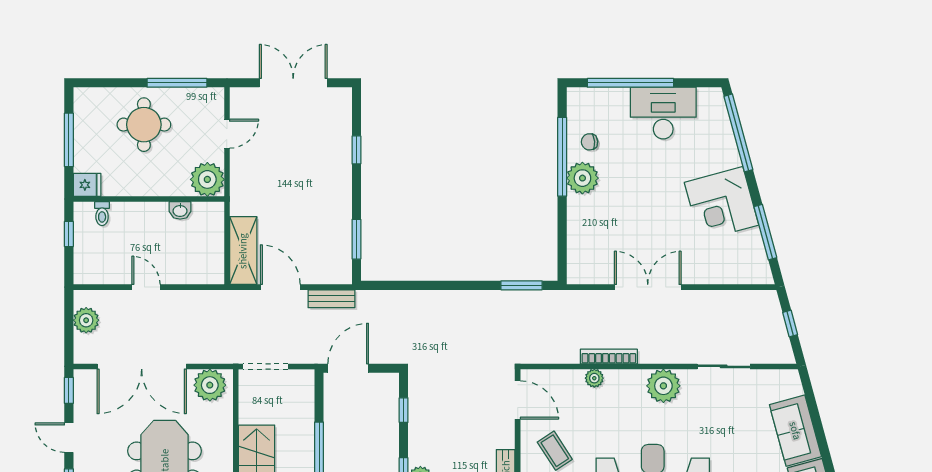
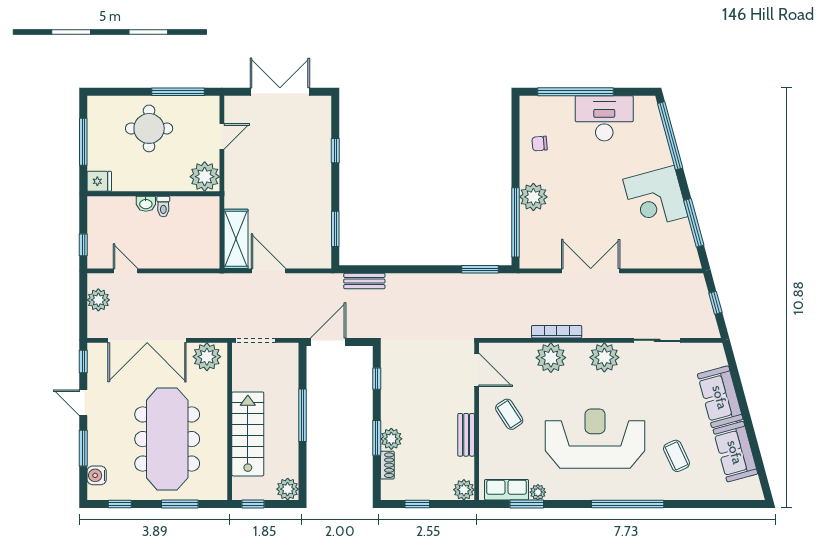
window: (562, 157) -> (516, 222), moved
plant: (582, 178) -> (533, 197), moved
washbasin: (180, 210) -> (146, 204), moved
toilet: (102, 214) -> (163, 206), moved
window: (69, 234) -> (83, 245), moved
door: (146, 287) -> (126, 271), moved
bench: (331, 299) -> (364, 281), moved
plant: (594, 378) -> (551, 358), width x1.88, depth x1.88

